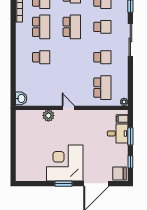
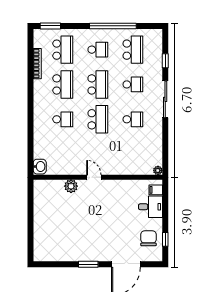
school desk: (102, 88) -> (98, 119), moved
window: (130, 136) -> (165, 210), removed
corner desk: (65, 163) -> (90, 241), removed
chair: (119, 174) -> (148, 238), moved, turned 90

